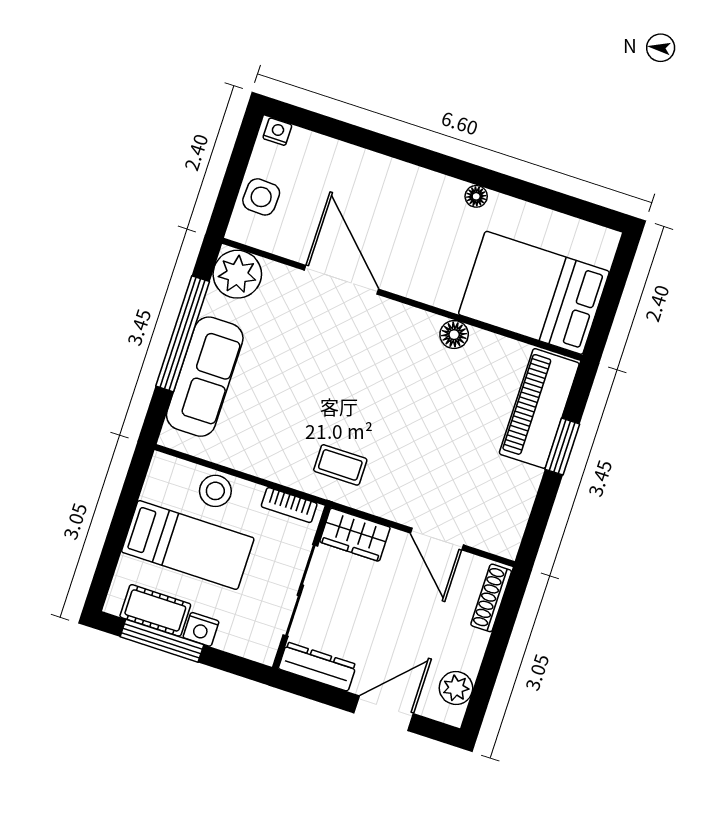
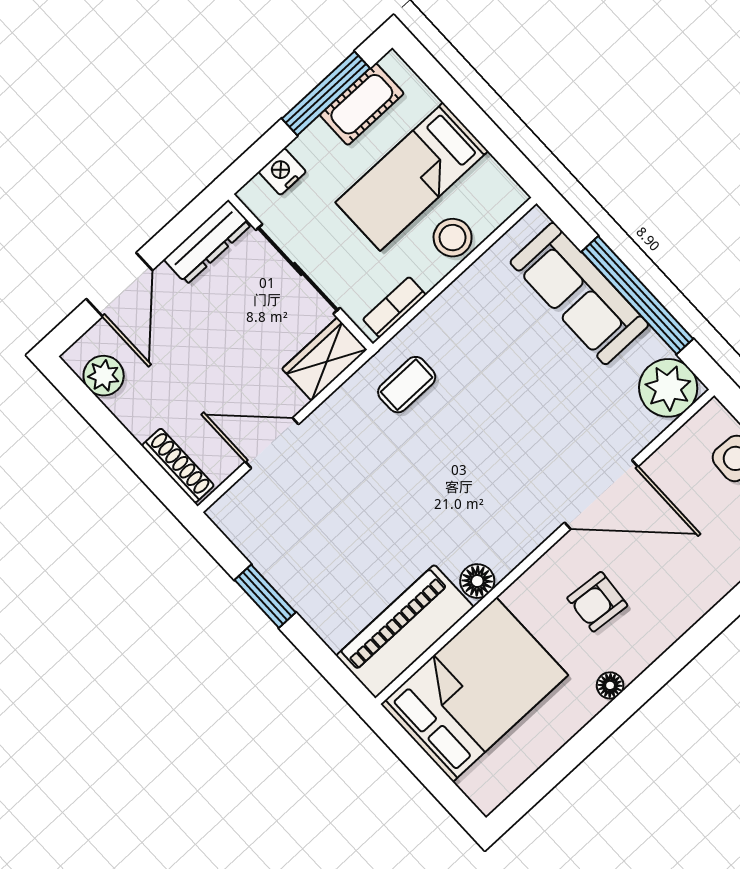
armchair: (421, 239) -> (597, 602), added
piano: (539, 408) -> (405, 631), moved, turned -90
window: (562, 447) -> (265, 596), moved
nightstand: (201, 629) -> (282, 172), moved

